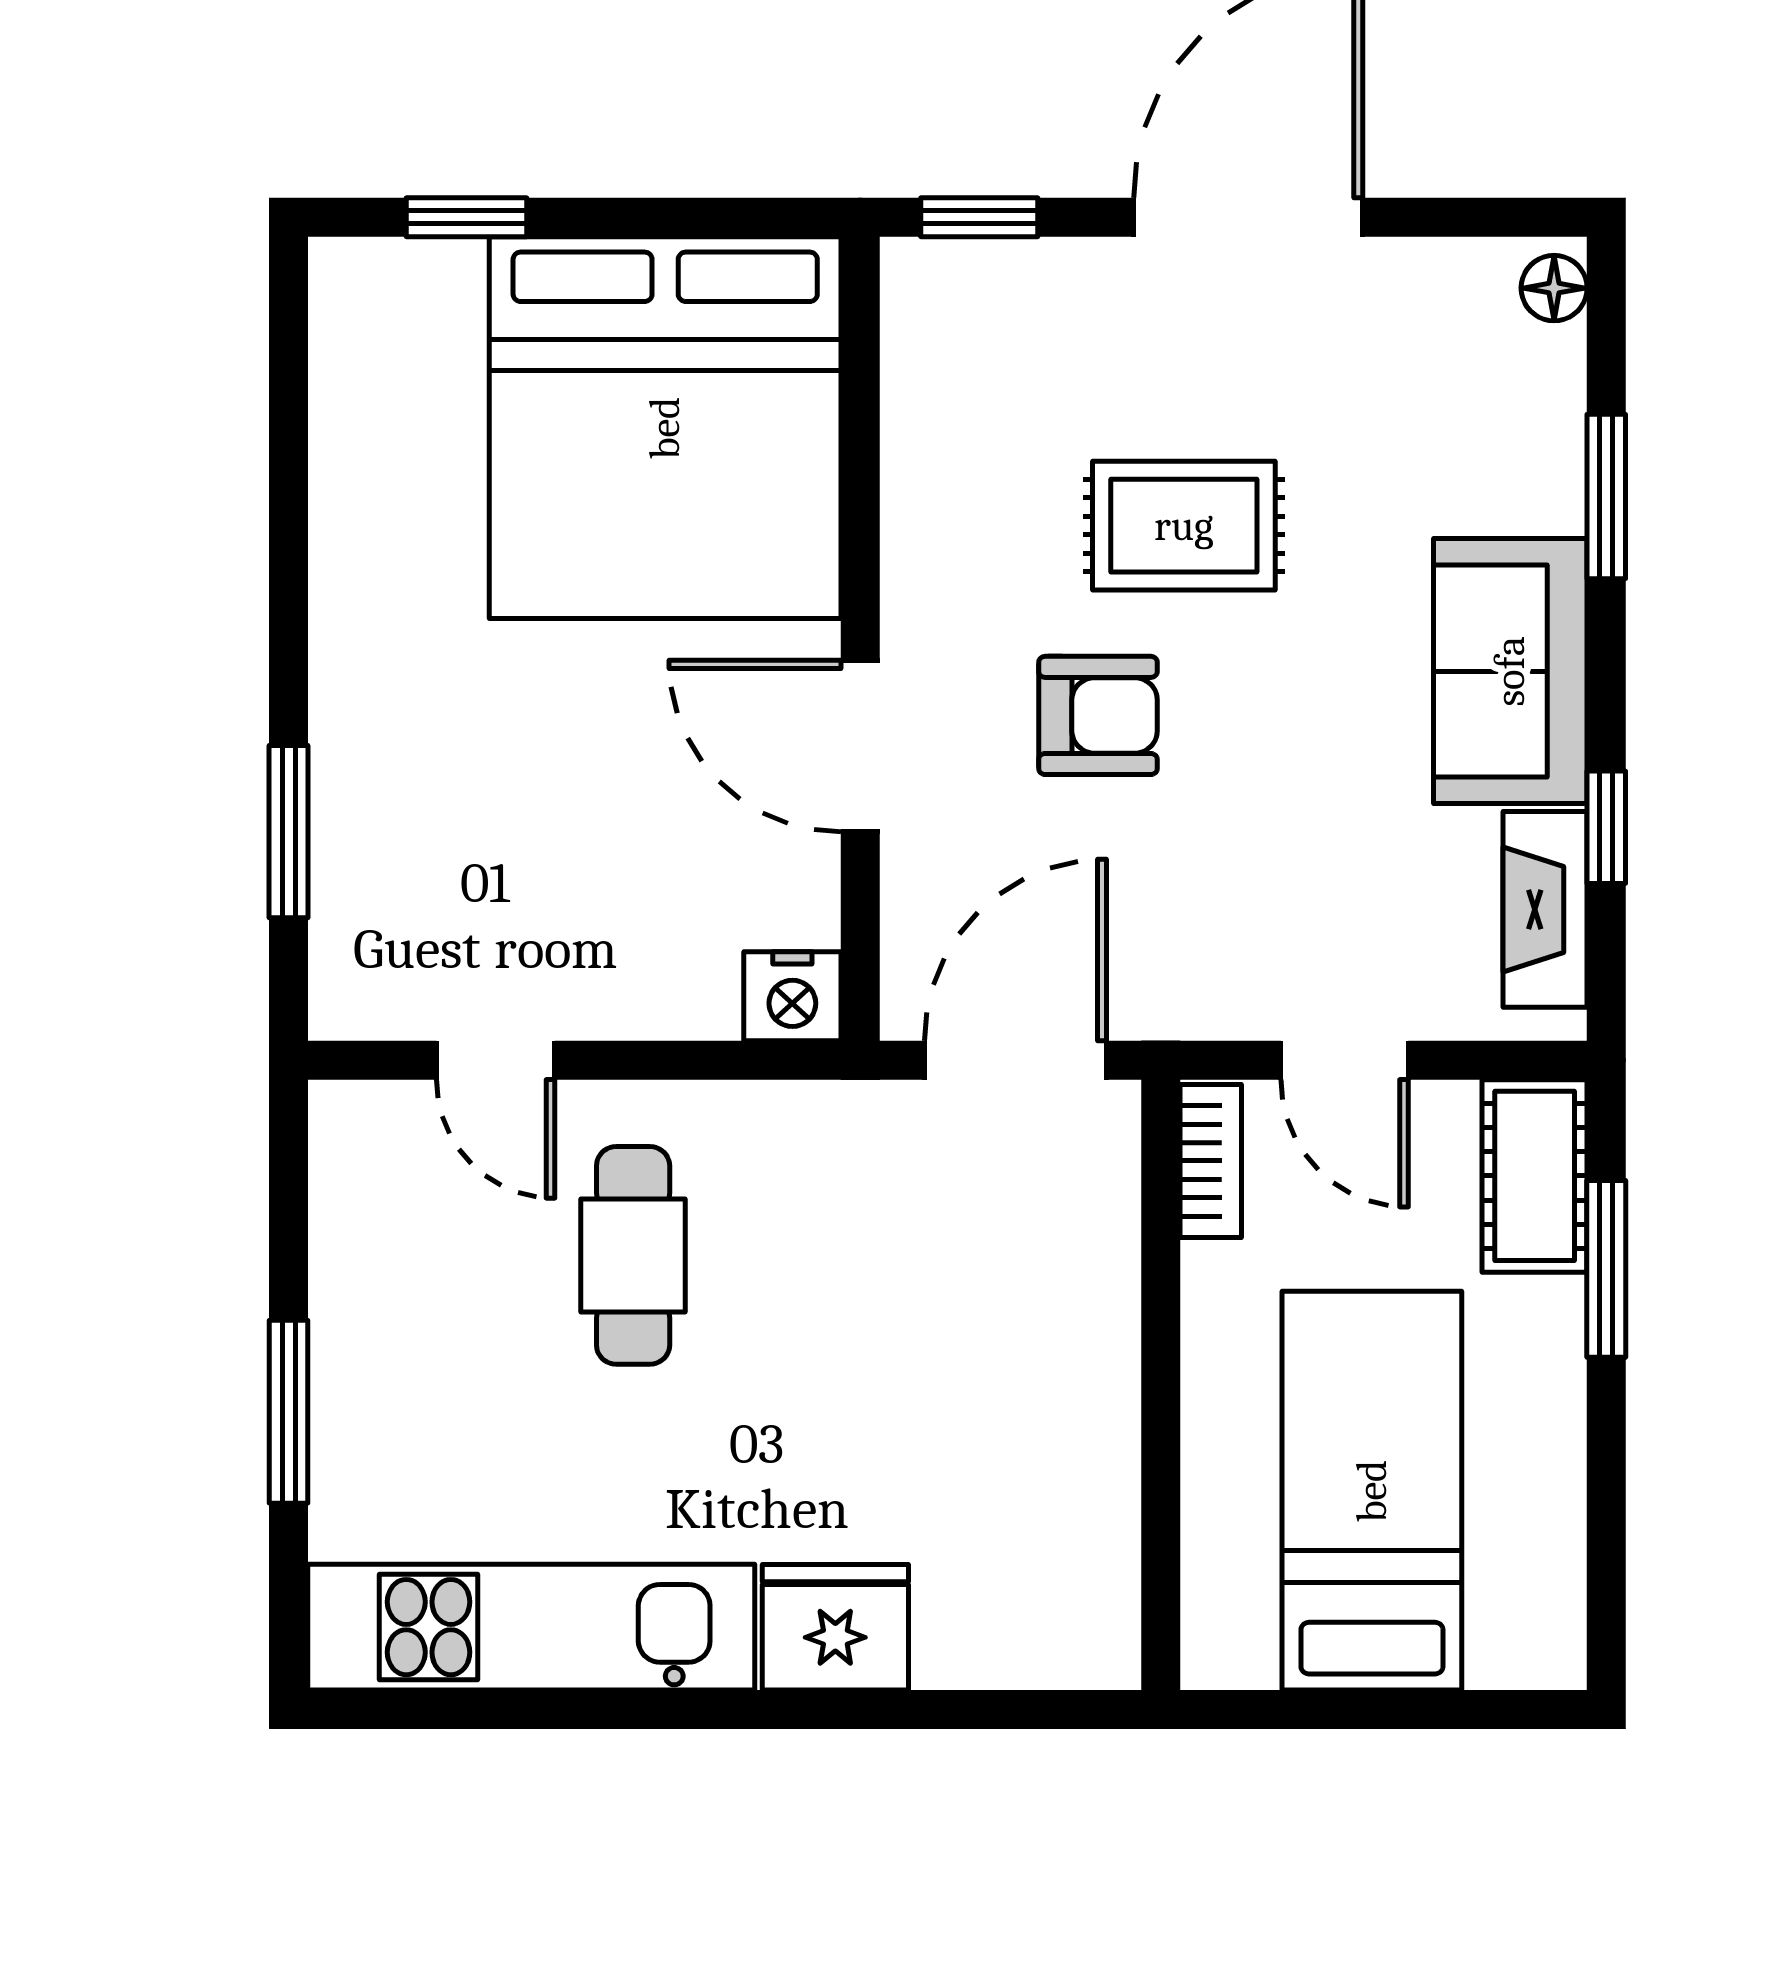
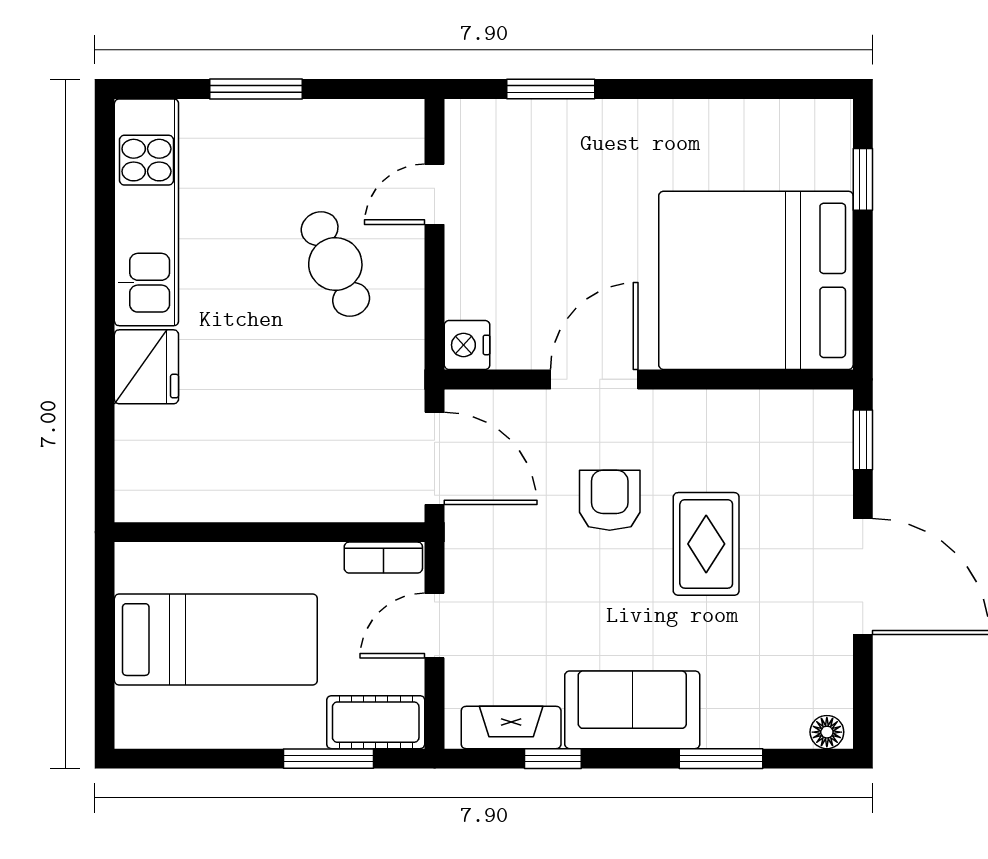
armchair: (1098, 715) -> (610, 500), turned 180
cafe table: (633, 1255) -> (335, 264), turned 66

